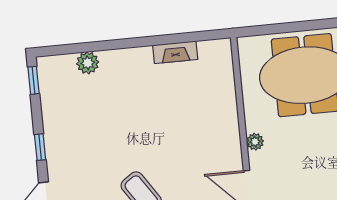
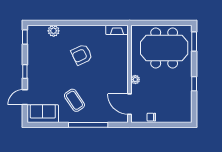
fireplace: (175, 52) -> (117, 30), moved
armchair: (147, 104) -> (82, 55), added

